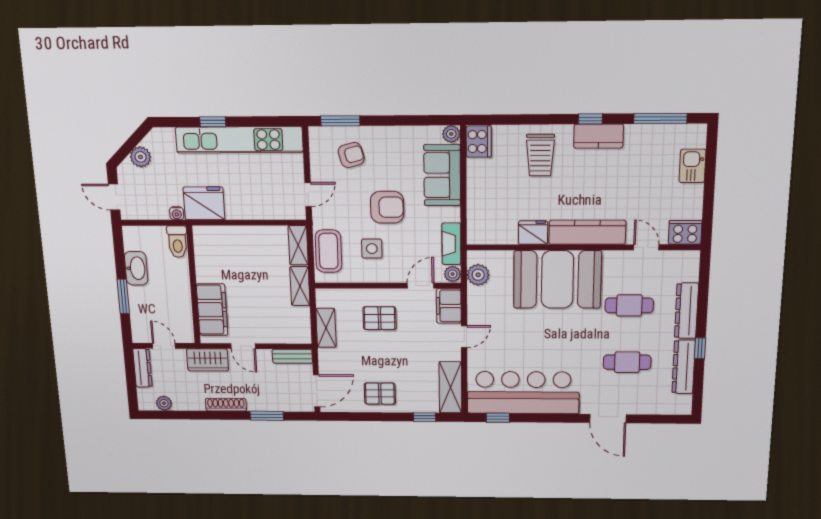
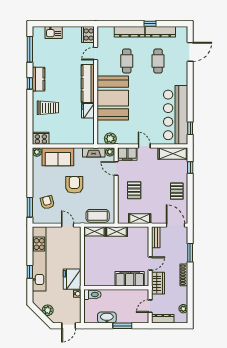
side table: (372, 249) -> (96, 193), removed
door: (608, 419) -> (190, 52), moved

